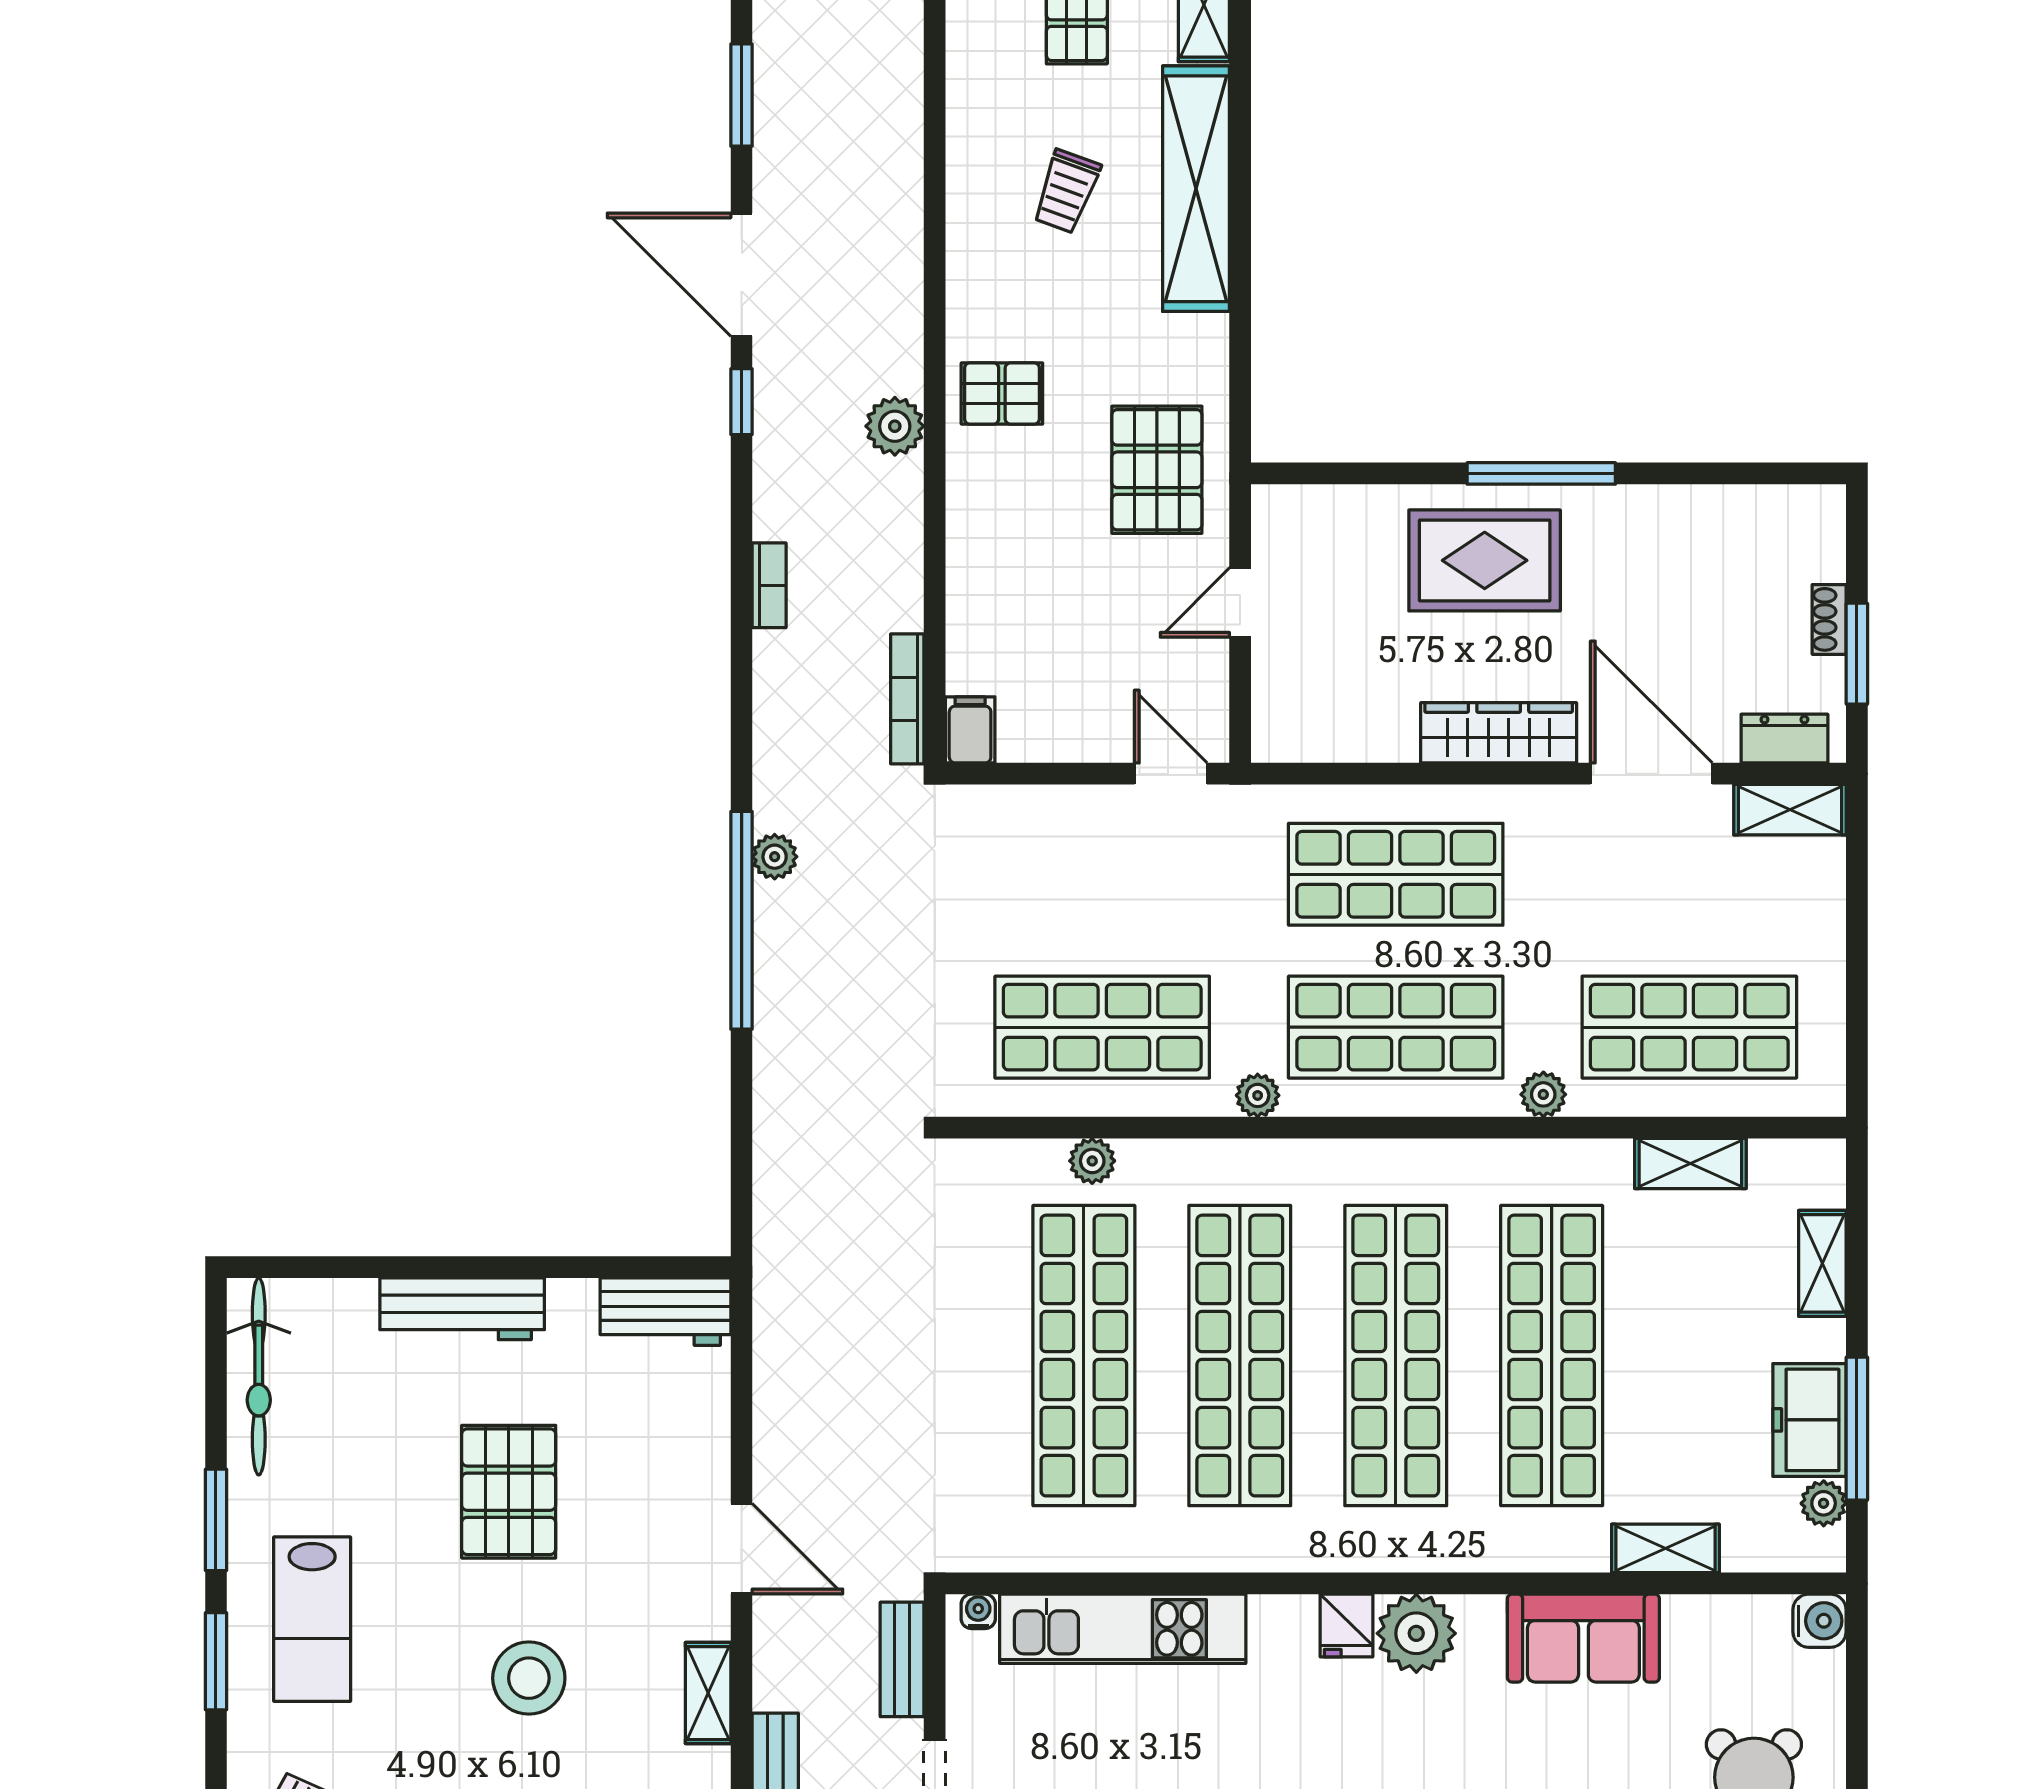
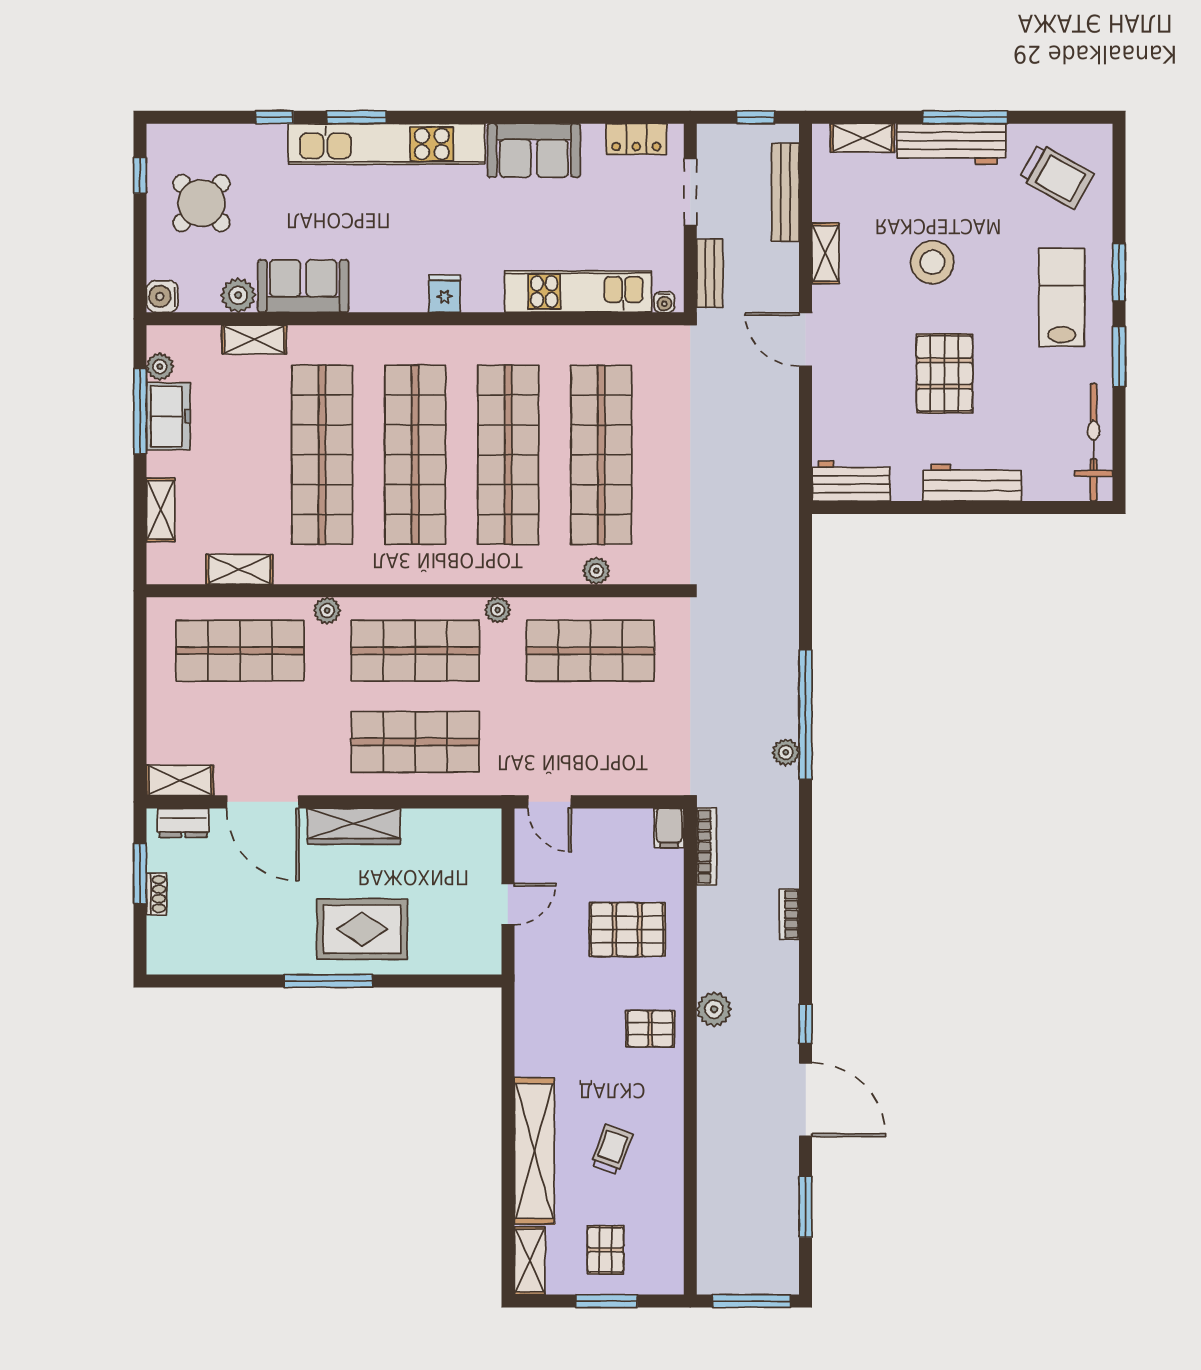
pallet: (1157, 470) -> (627, 930), moved, turned 90
plant: (1416, 1633) -> (238, 295), moved, width x0.73, depth x0.73

